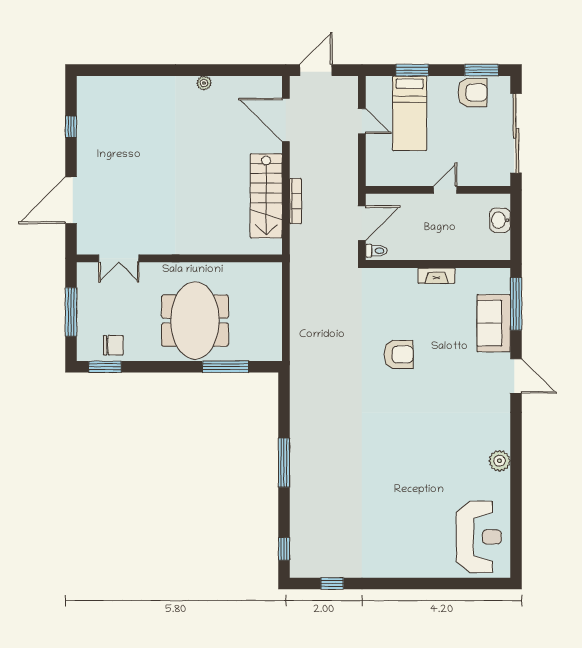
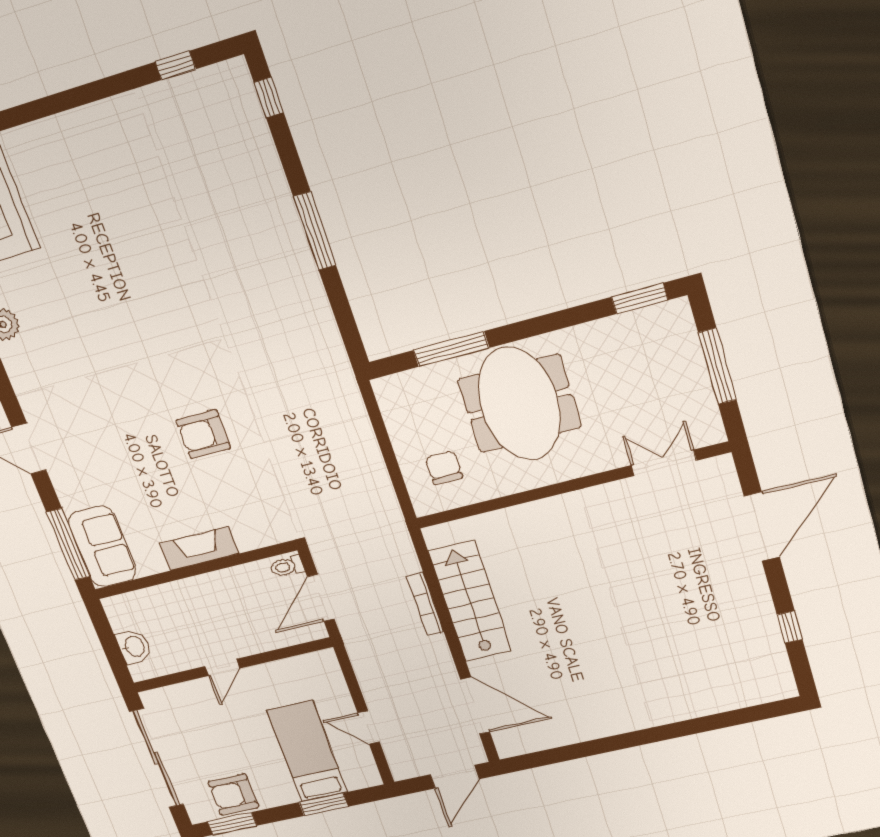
plant: (204, 83) -> (608, 727), removed
fireplace: (436, 276) -> (199, 549), width x1.37, depth x1.32
sofa: (494, 323) -> (102, 546), moved
chair: (113, 345) -> (444, 468), moved, turned 90

